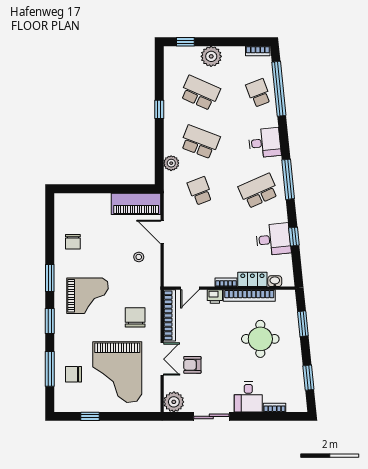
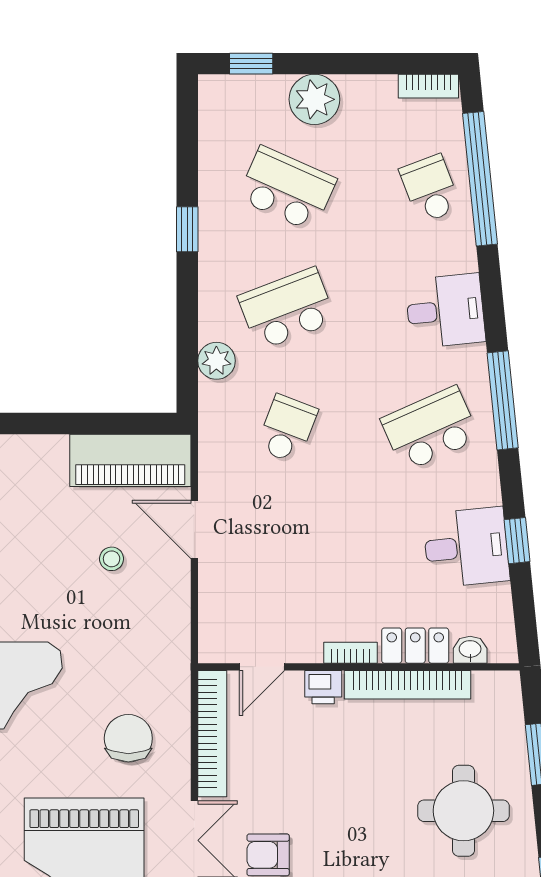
school desk: (200, 142) -> (287, 309), turned -42
school desk: (200, 191) -> (287, 429), turned 42
stool: (139, 257) -> (112, 559), moved
round table: (260, 339) -> (463, 811), moved

